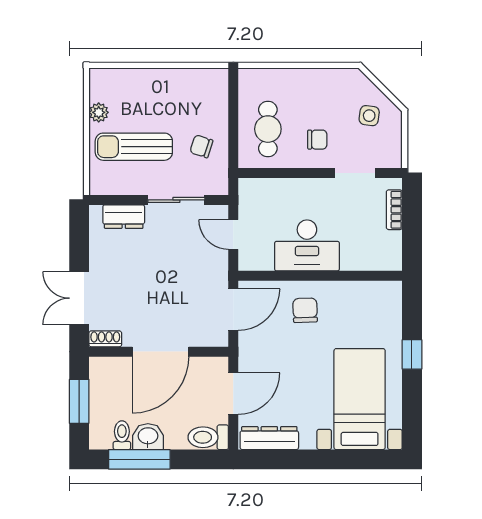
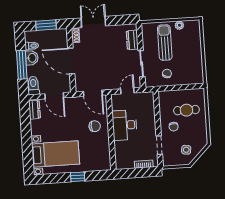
cafe table: (268, 129) -> (186, 110), moved
dresser: (269, 438) -> (35, 110), width x0.70
window: (139, 459) -> (22, 65), moved

